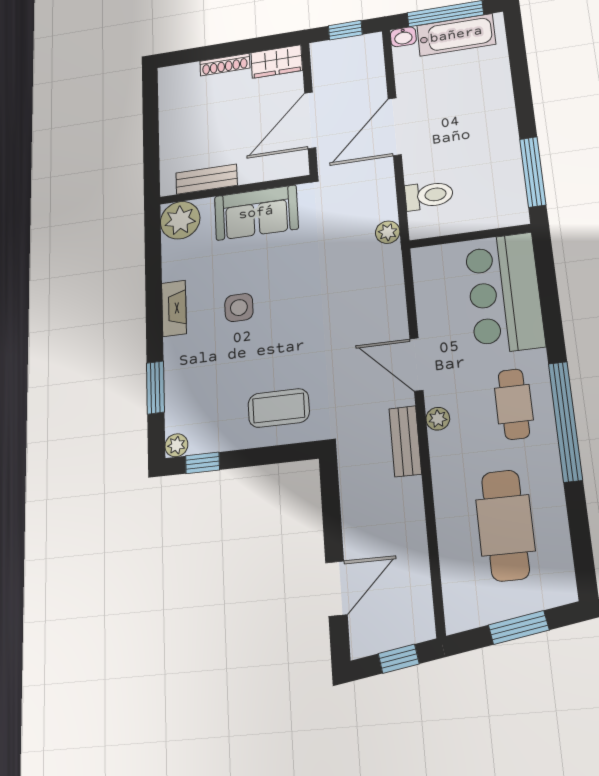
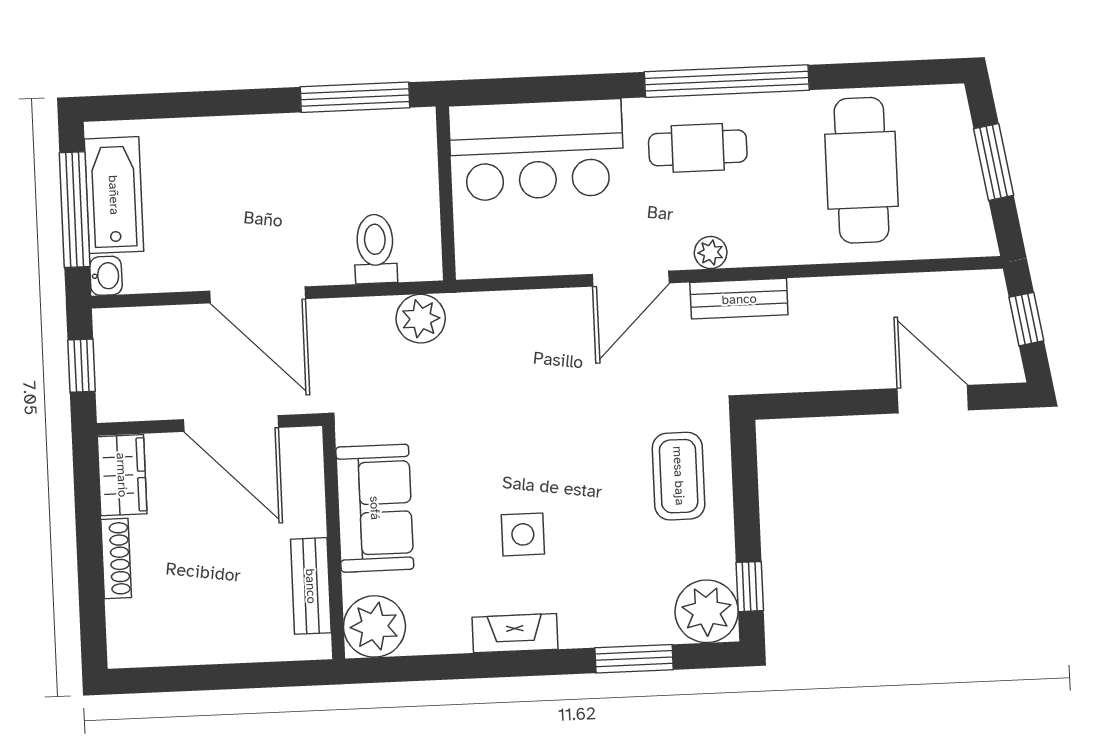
plant: (388, 232) -> (421, 319), width x1.38, depth x1.38
plant: (176, 445) -> (707, 611), width x1.88, depth x1.88
cafe table: (505, 525) -> (862, 170), turned 90

